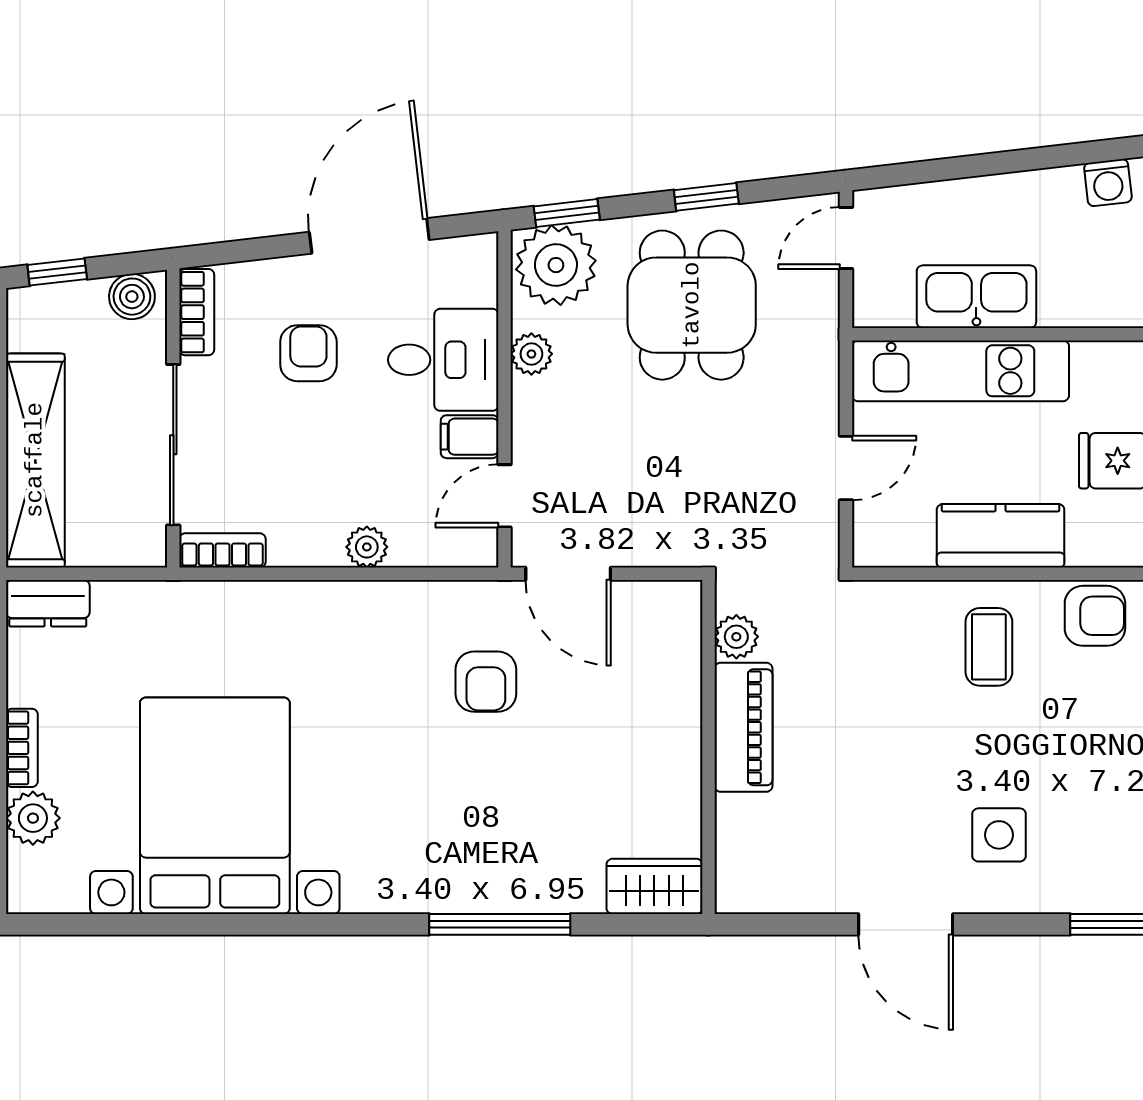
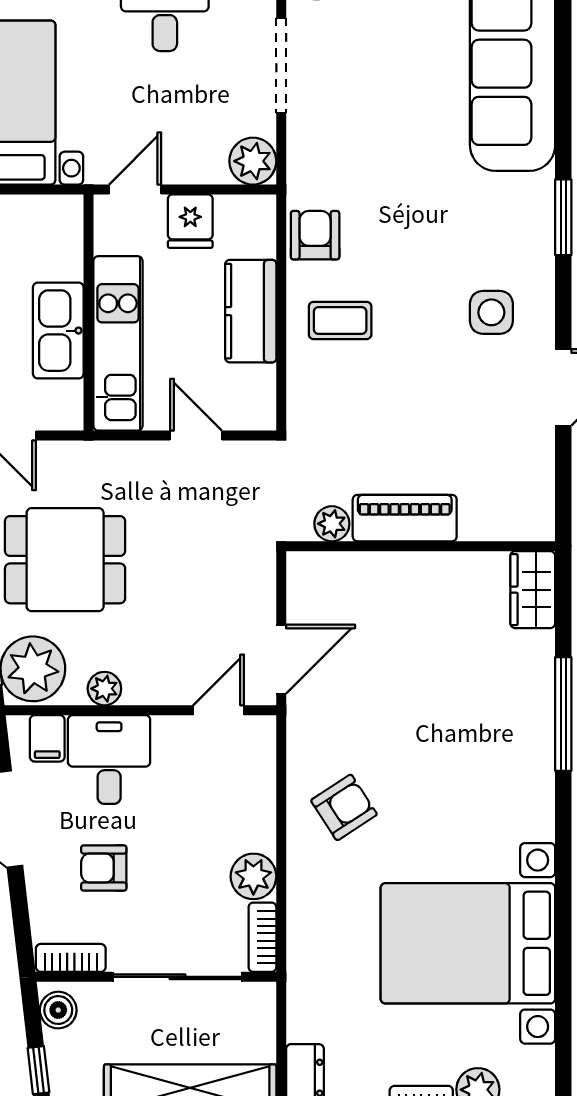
filing cabinet: (470, 437) -> (47, 738), moved
door: (505, 496) -> (219, 710), swing flipped
plant: (367, 547) -> (253, 876), moved, width x1.38, depth x1.38
armchair: (486, 682) -> (344, 807), moved, turned -33

